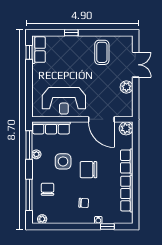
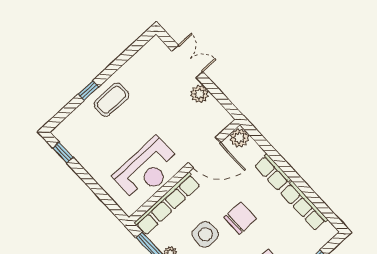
row of seats: (39, 50) -> (70, 140), removed
coffee table: (102, 52) -> (111, 100), moved, turned 90
row of seats: (51, 128) -> (167, 204), width x1.36
chair: (89, 170) -> (240, 218), turned 180

